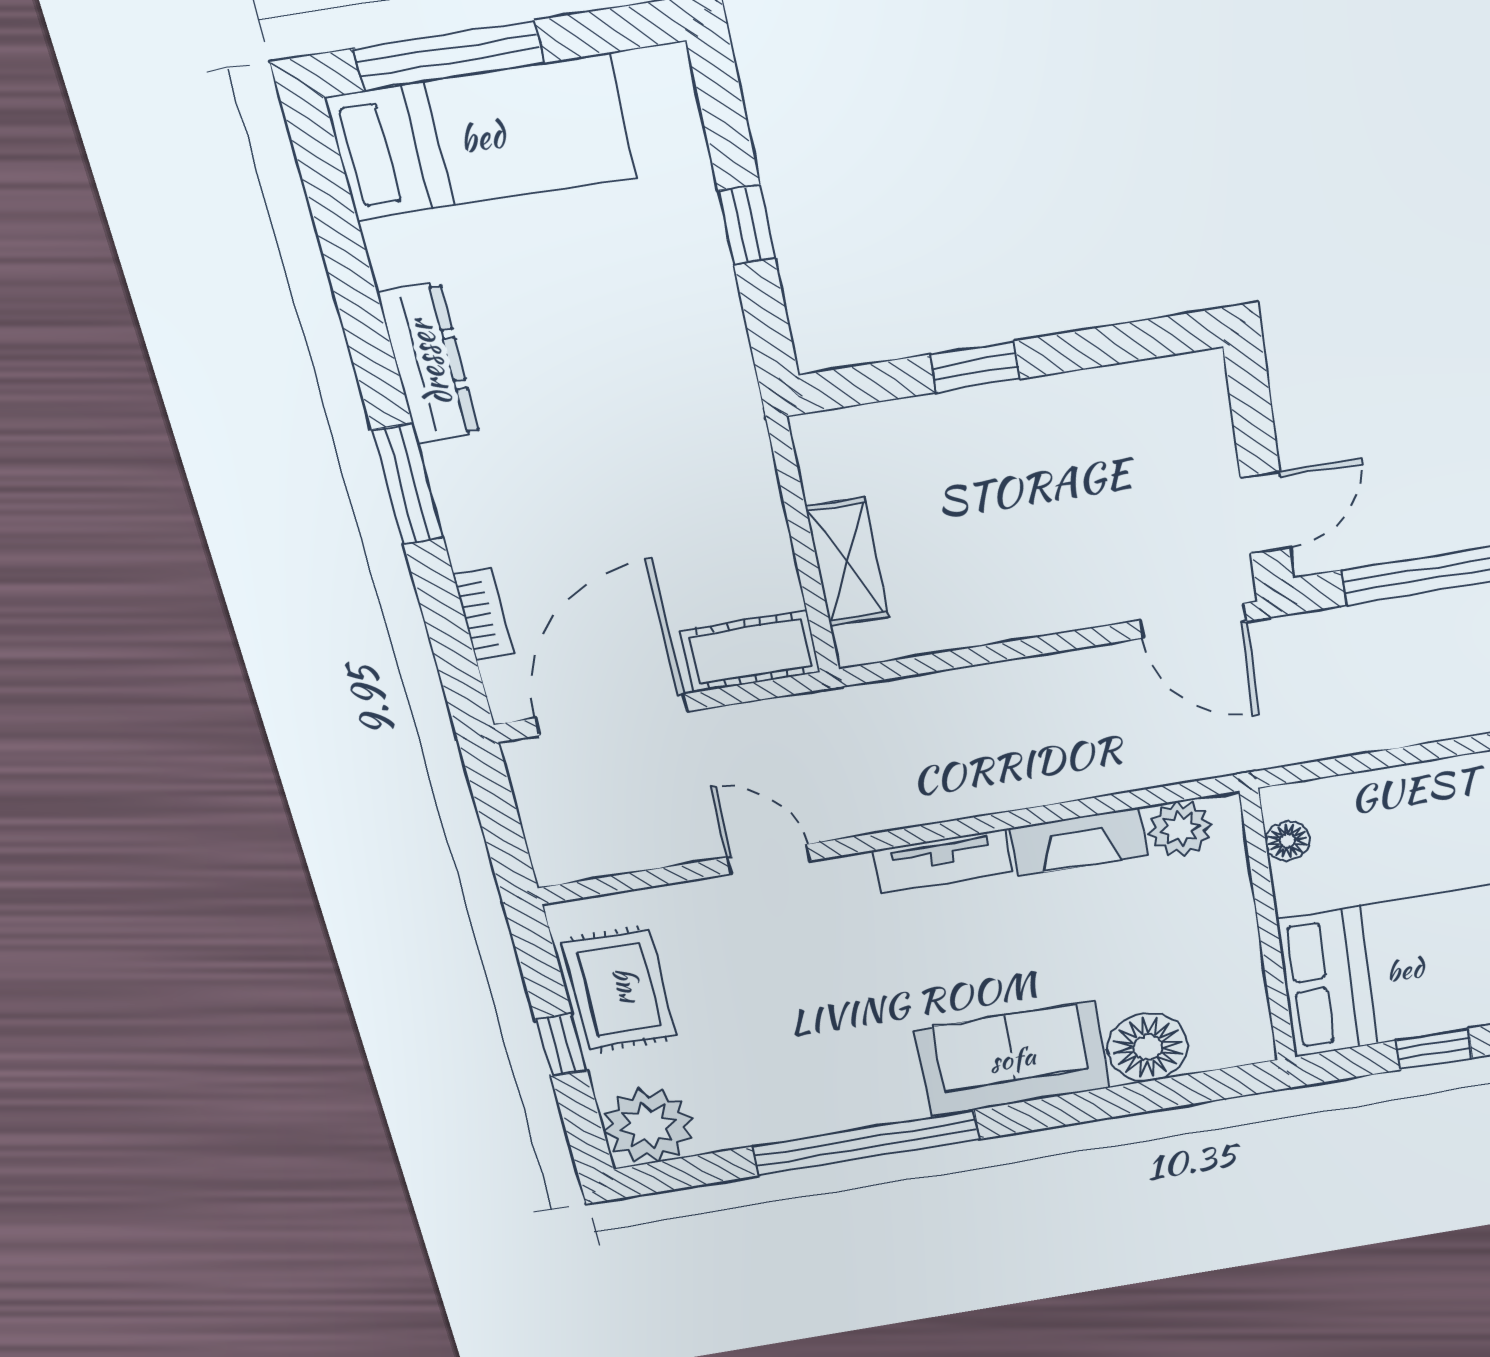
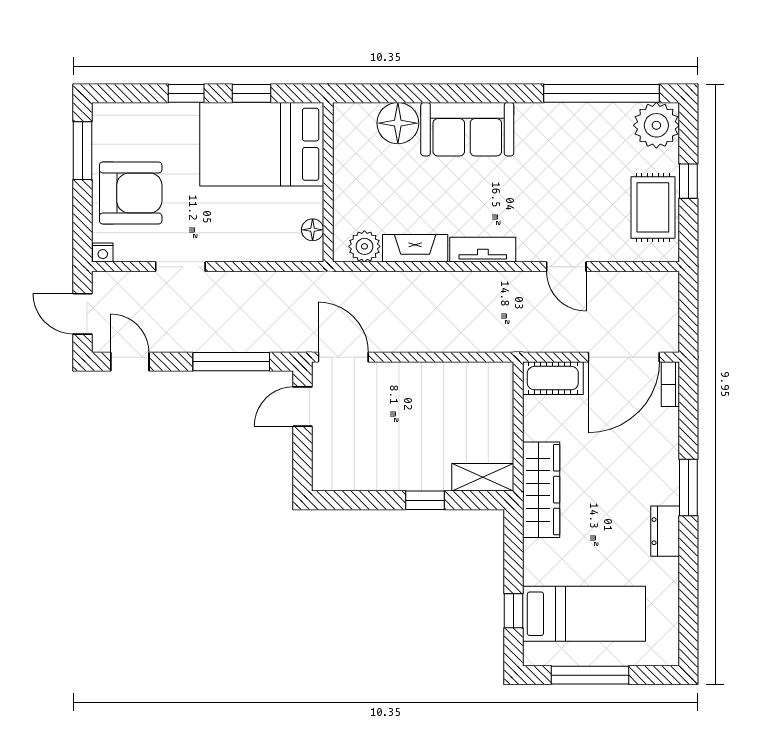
window: (449, 56) -> (590, 675), moved
bed: (482, 137) -> (584, 614), moved, turned 180
window: (747, 225) -> (514, 611), moved
dresser: (429, 363) -> (665, 531), width x0.70
wardrobe: (727, 429) -> (541, 490), added
shelving: (847, 562) -> (483, 477), moved, turned 90
bookcase: (483, 614) -> (670, 384), moved
window: (866, 1143) -> (602, 93), moved

